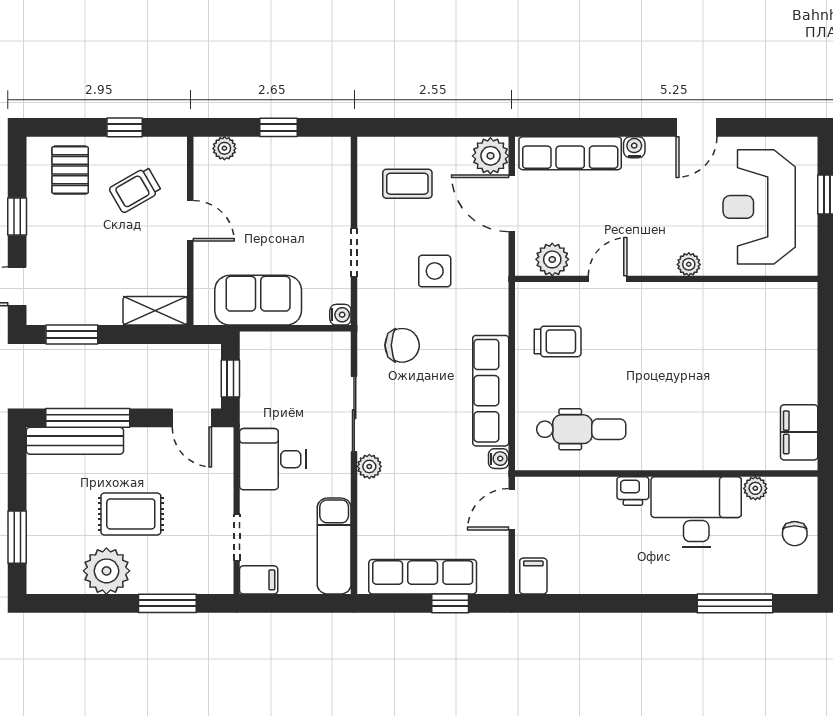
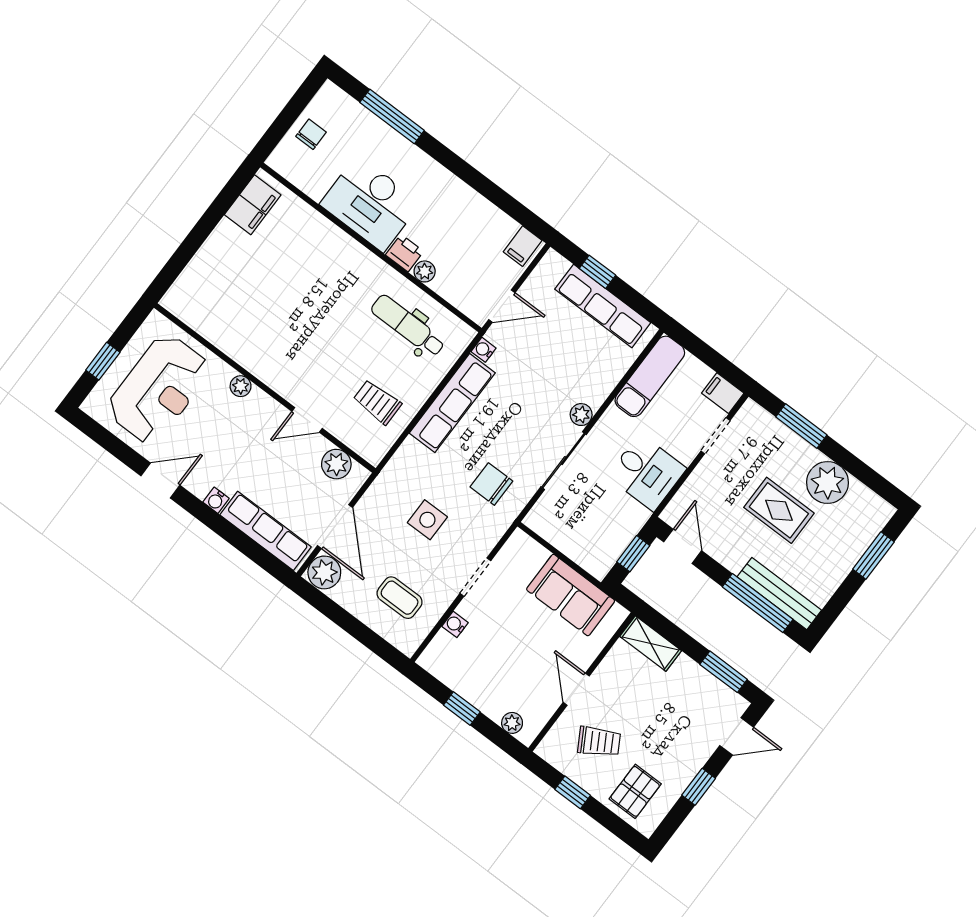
water cooler: (340, 315) -> (455, 624), moved
plant: (755, 488) -> (425, 271), moved

